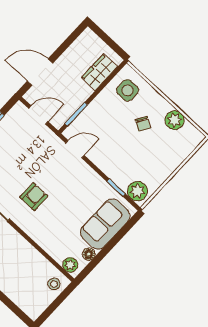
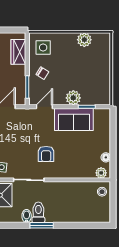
chair: (143, 124) -> (42, 73), moved
plant: (137, 191) -> (73, 98), moved
armchair: (34, 197) -> (46, 154), turned 180
sofa: (105, 224) -> (74, 119), moved, turned -90

